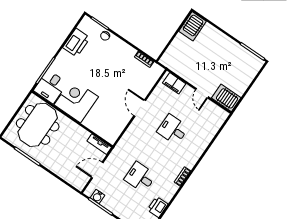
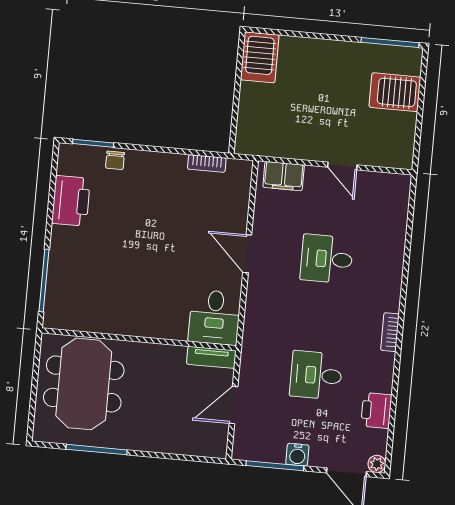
desk: (50, 87) -> (215, 317), moved
server rack: (226, 98) -> (395, 92), moved
corner desk: (76, 101) -> (128, 303), removed
water cooler: (98, 197) -> (297, 455), moved

